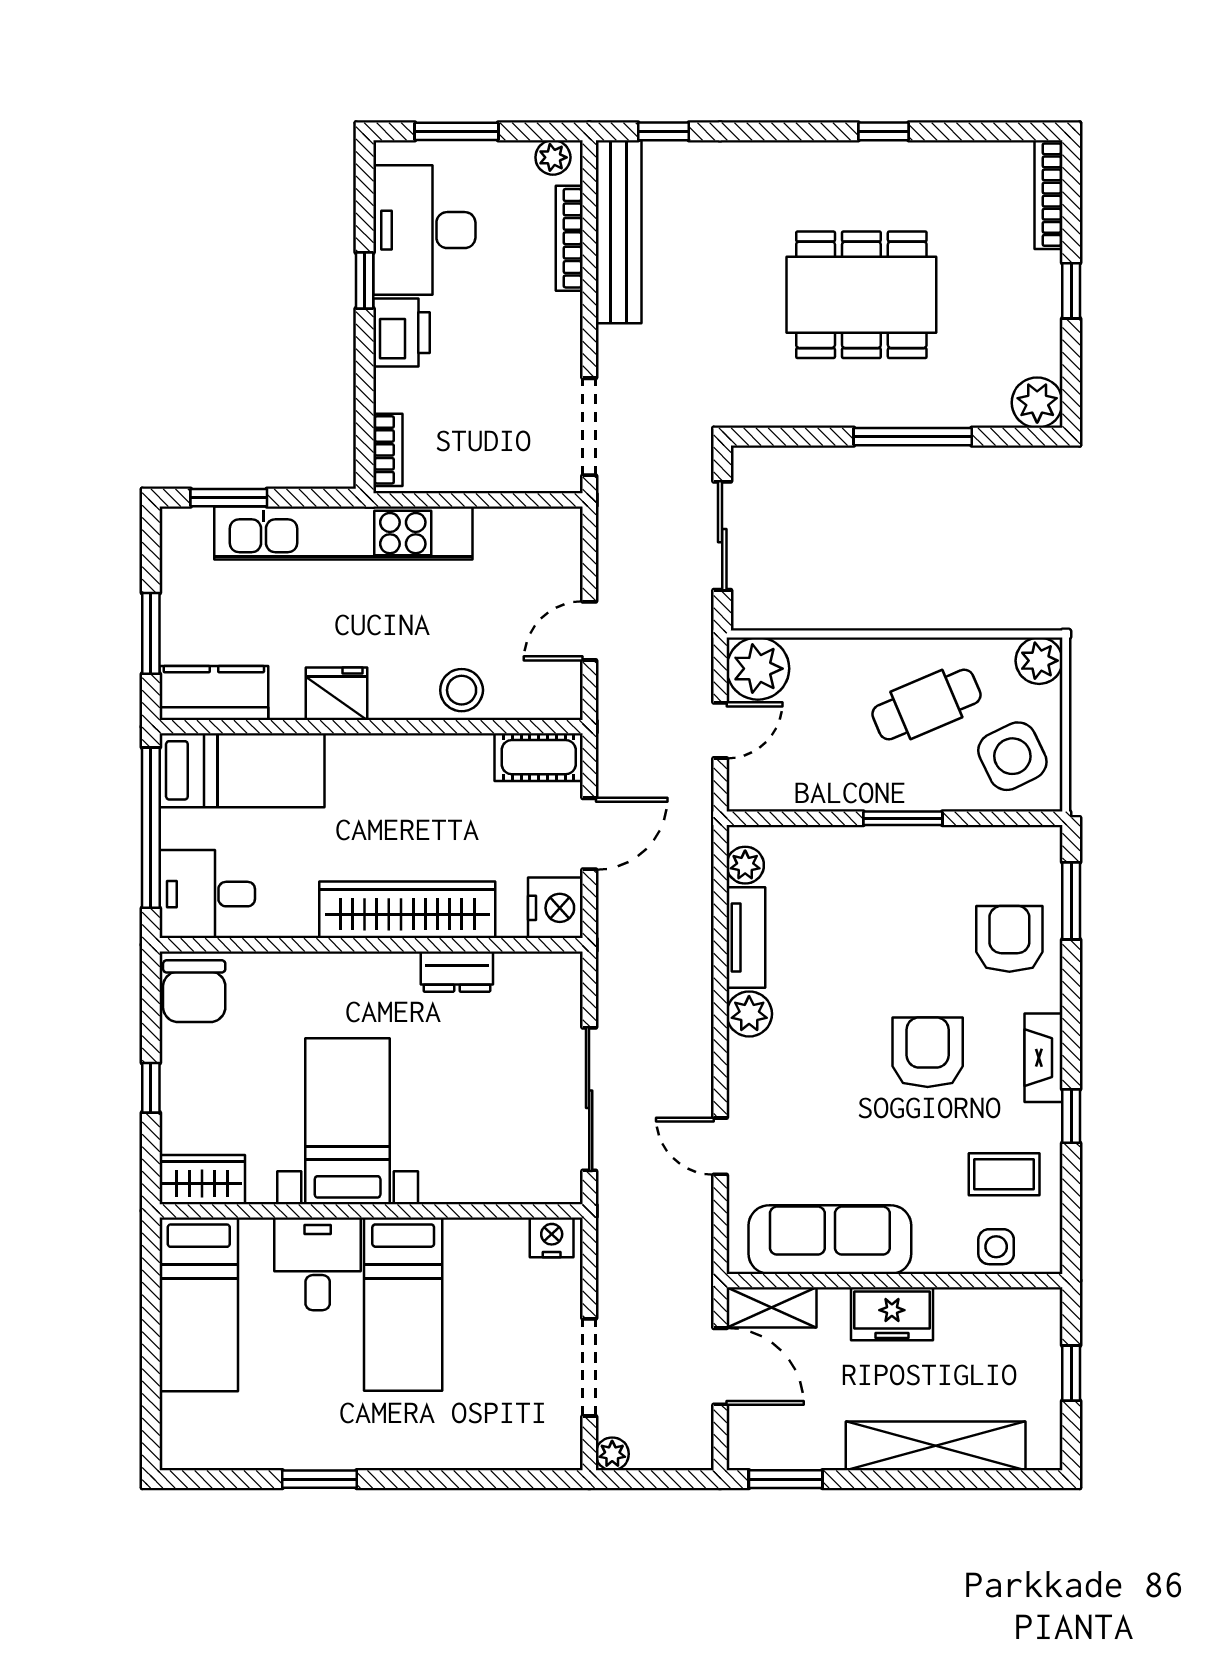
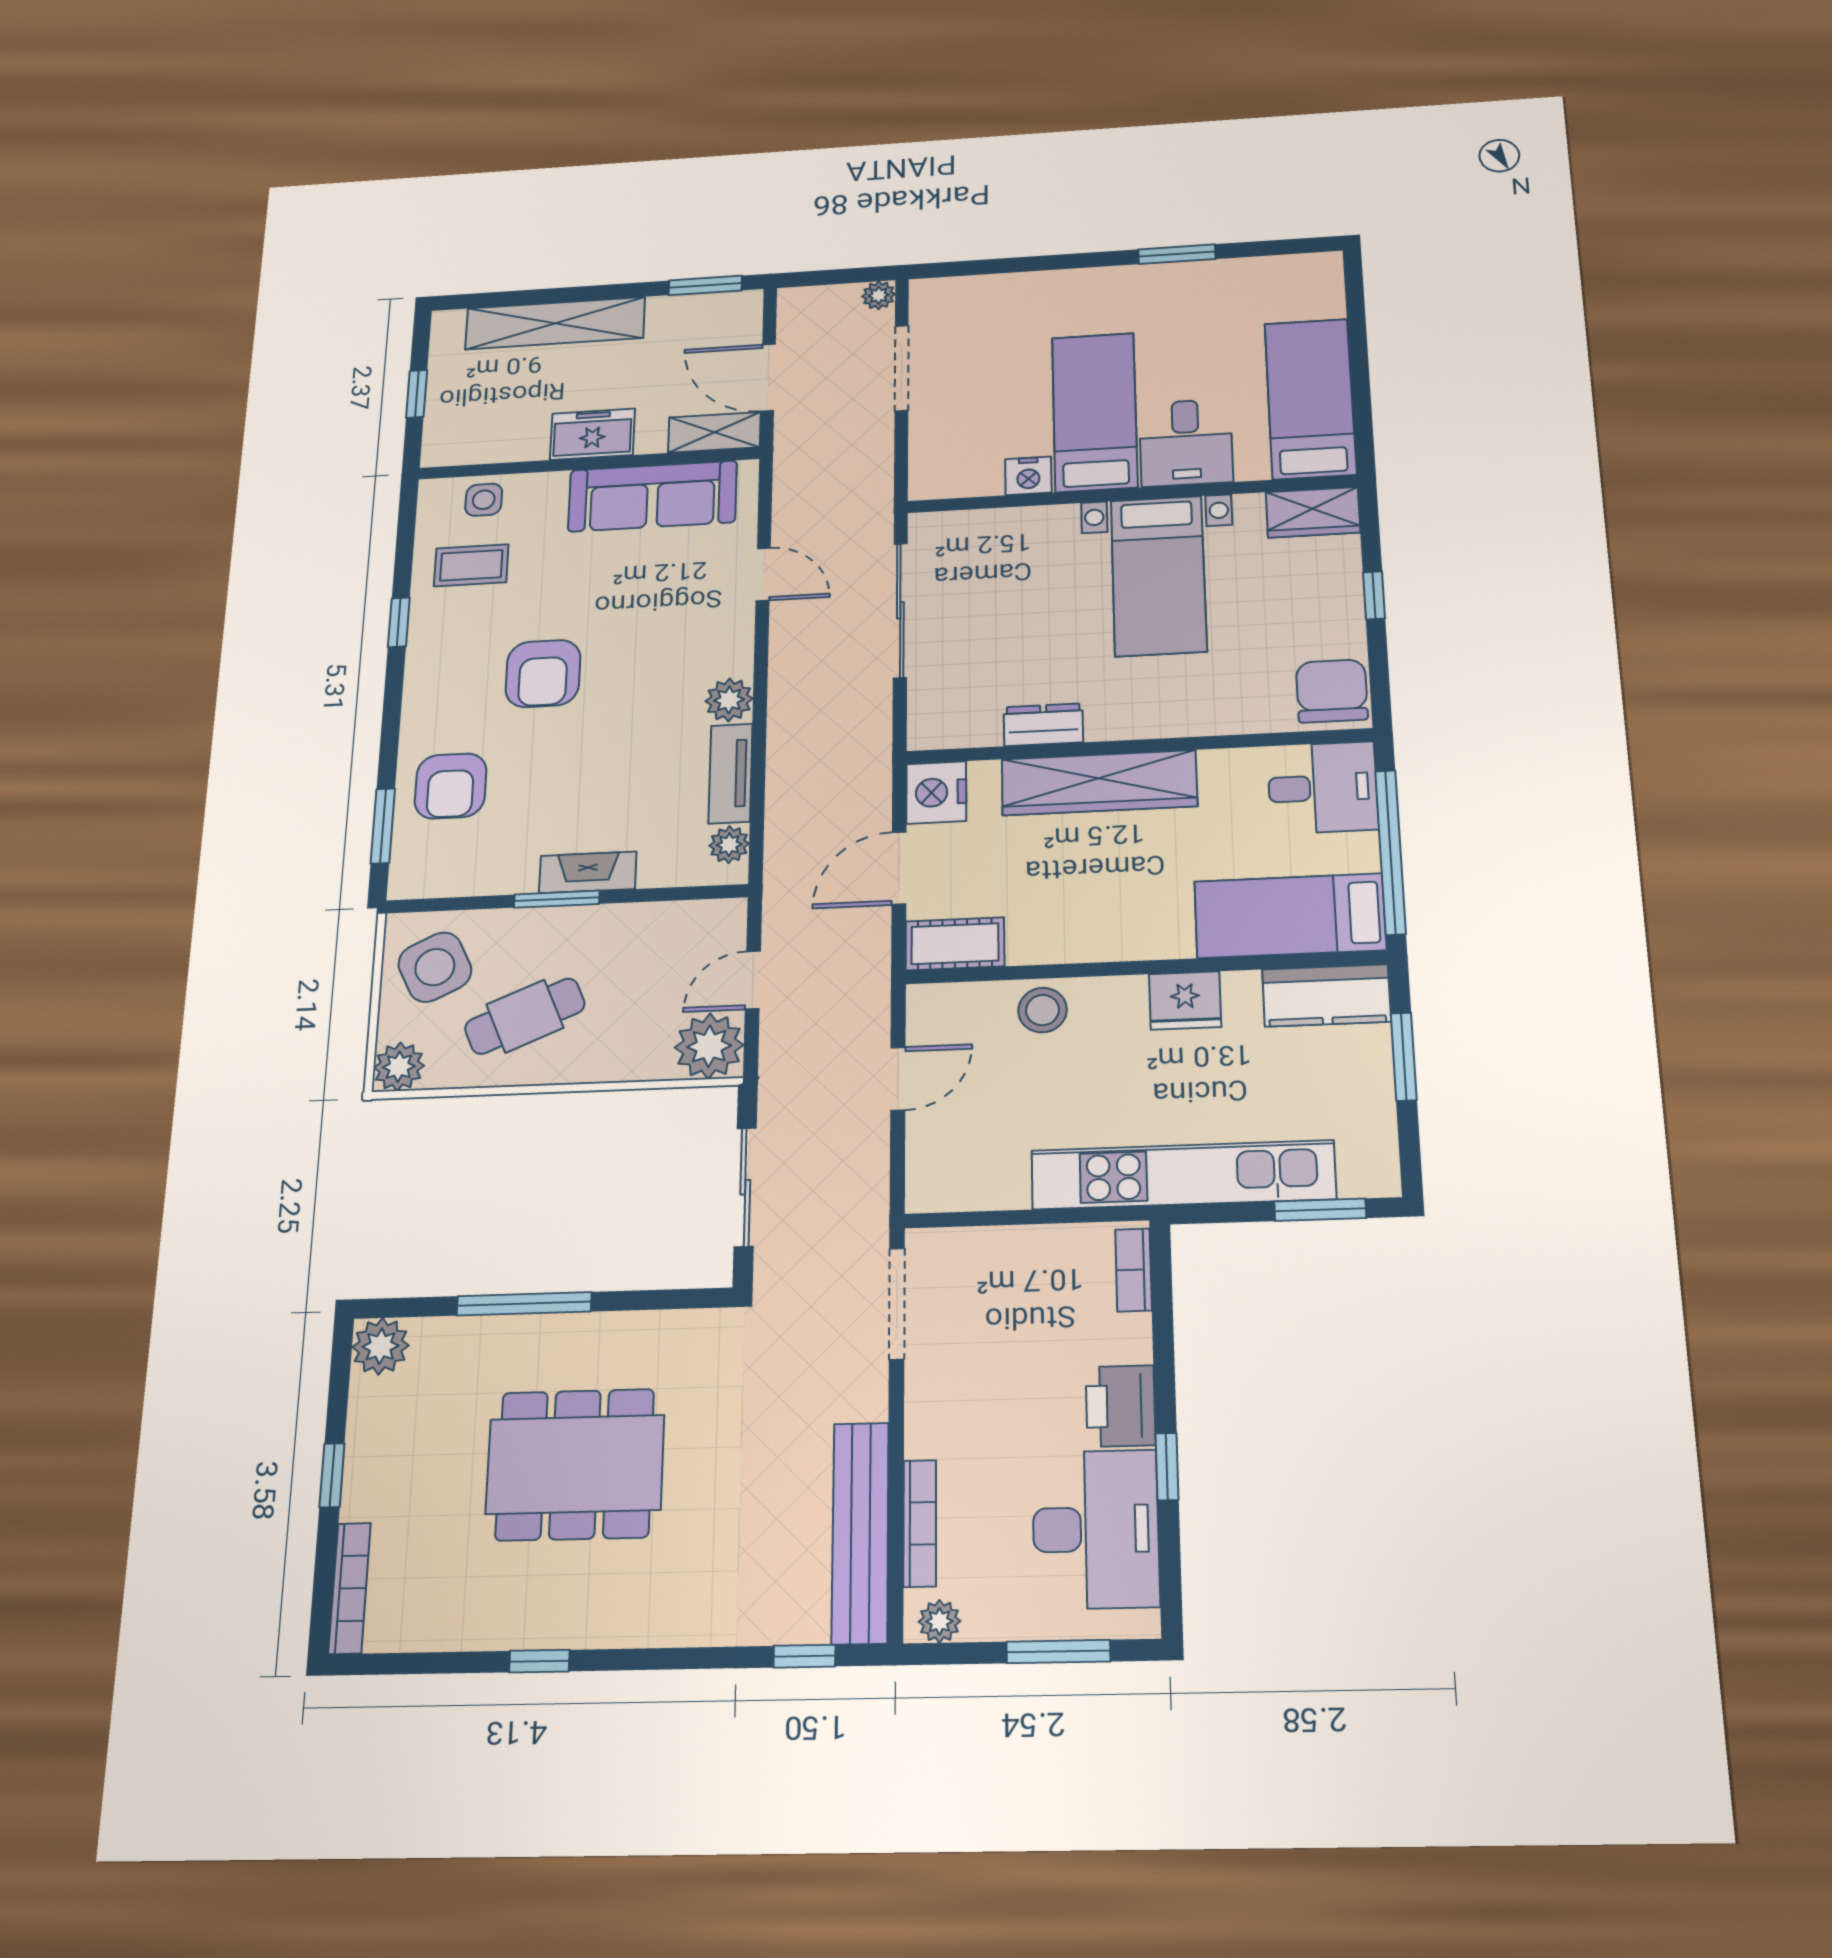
fireplace: (1044, 1058) -> (588, 872), moved, turned -90
nightstand: (552, 1237) -> (1028, 476), moved

